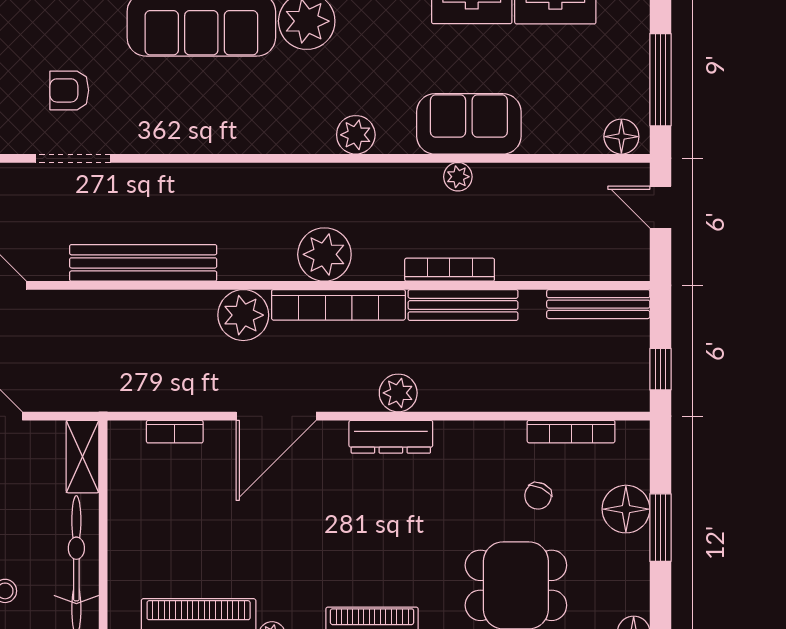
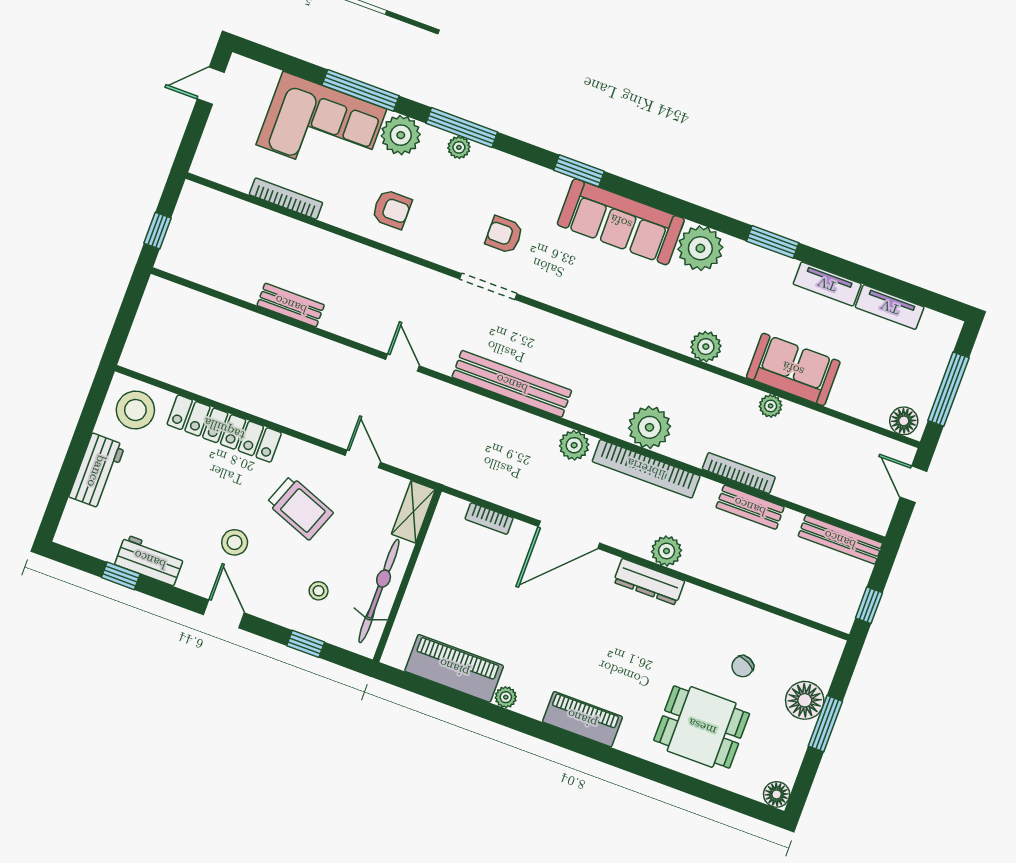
bench: (463, 305) -> (750, 507), width x0.73
plant: (243, 315) -> (574, 445), width x0.73, depth x0.73
bookcase: (571, 432) -> (785, 627), removed

